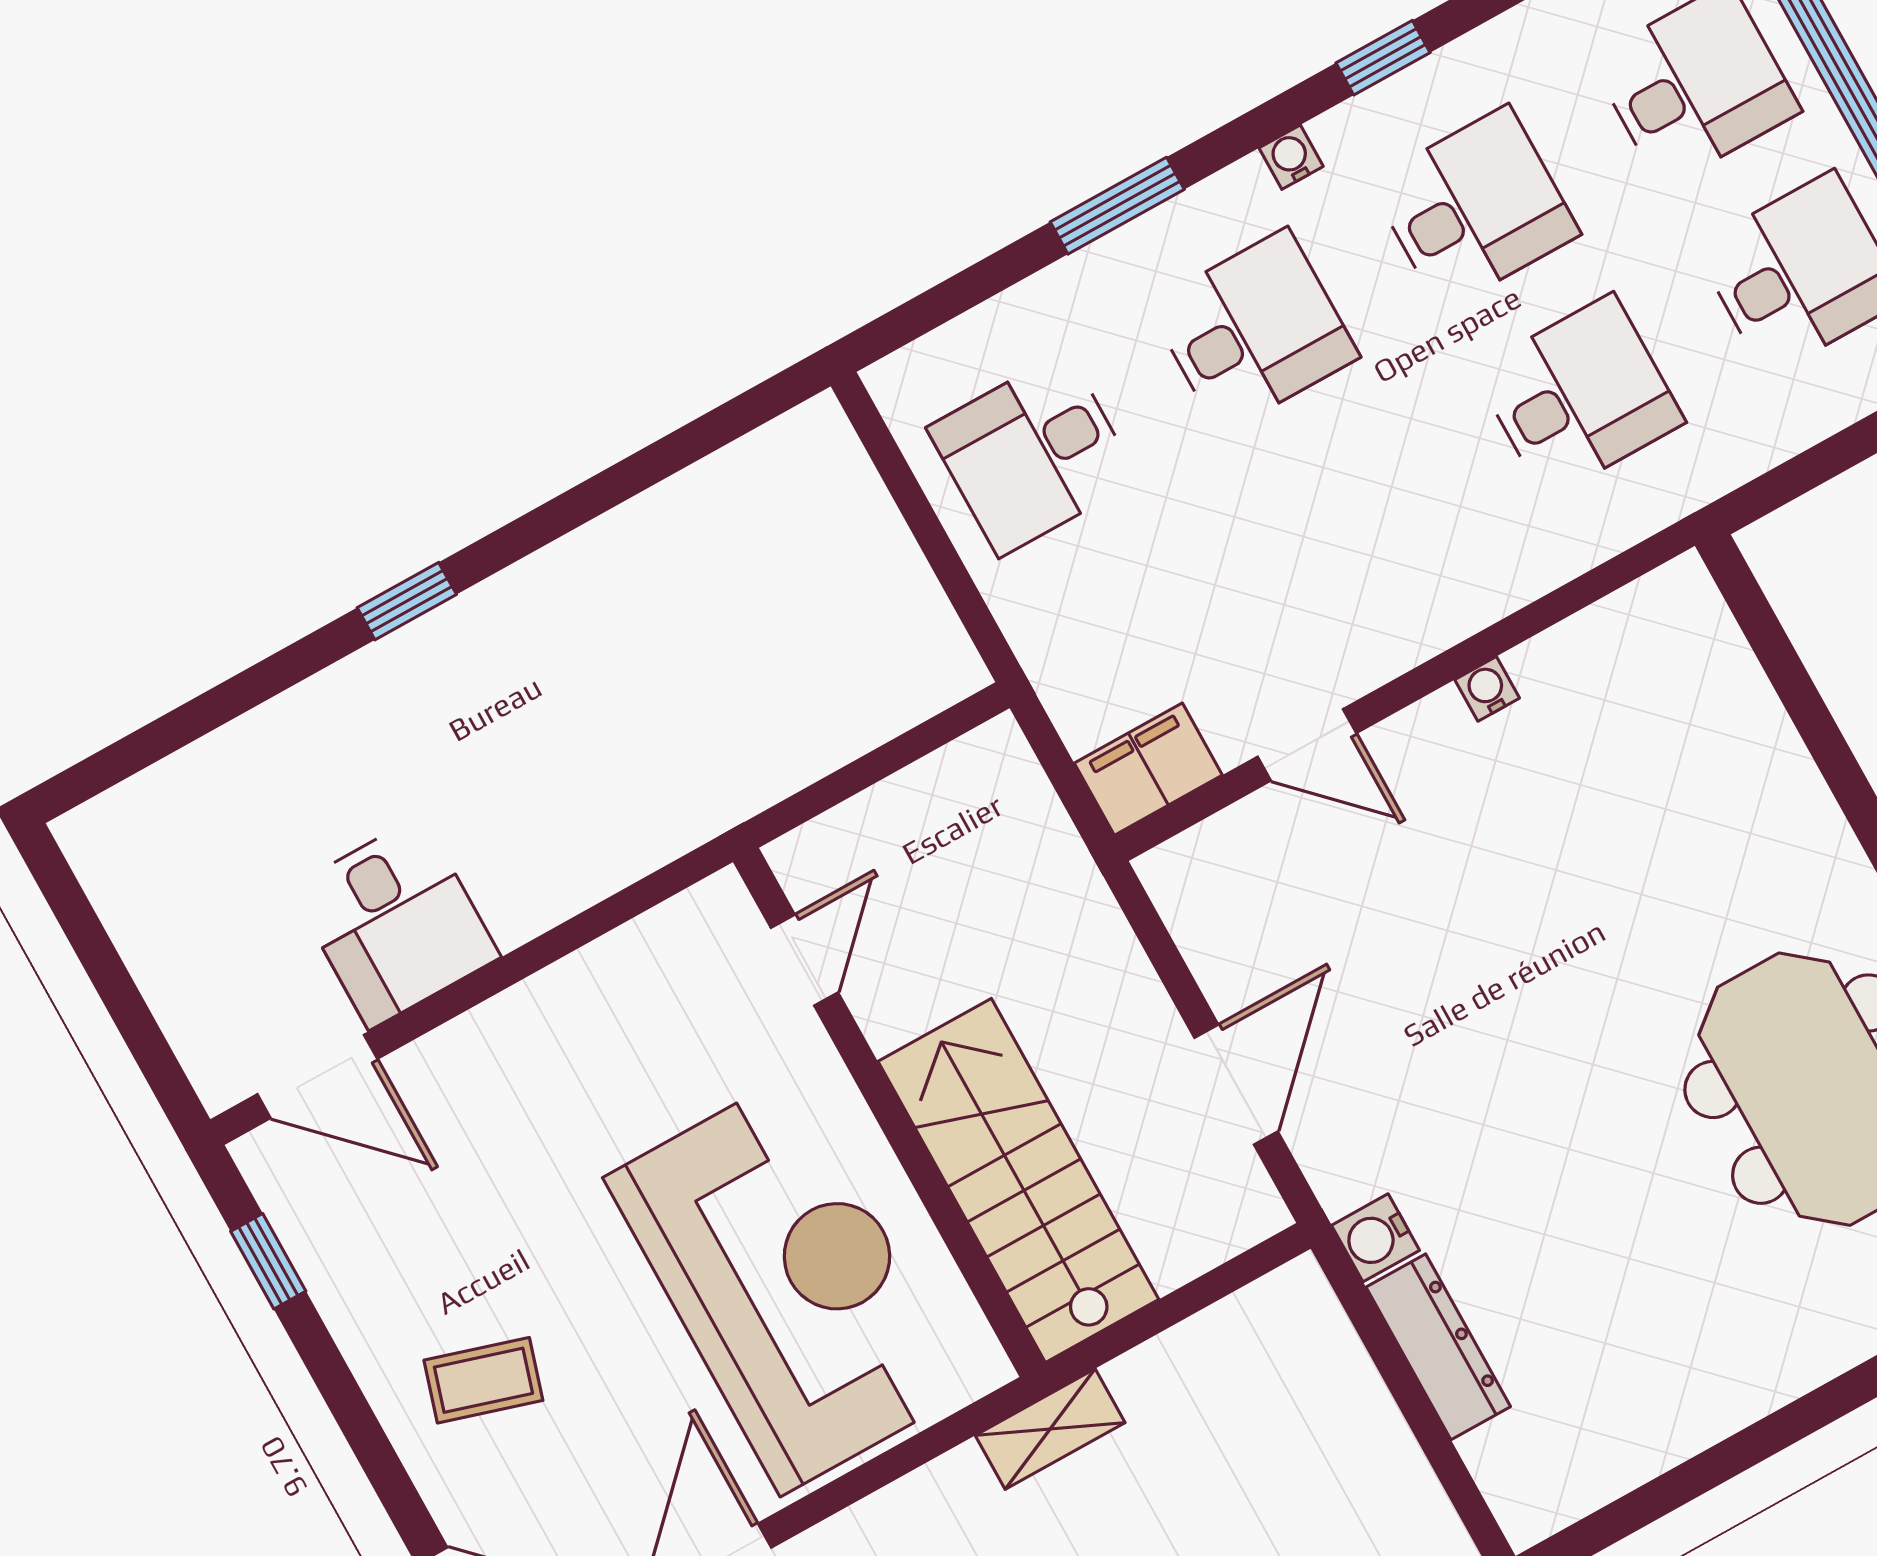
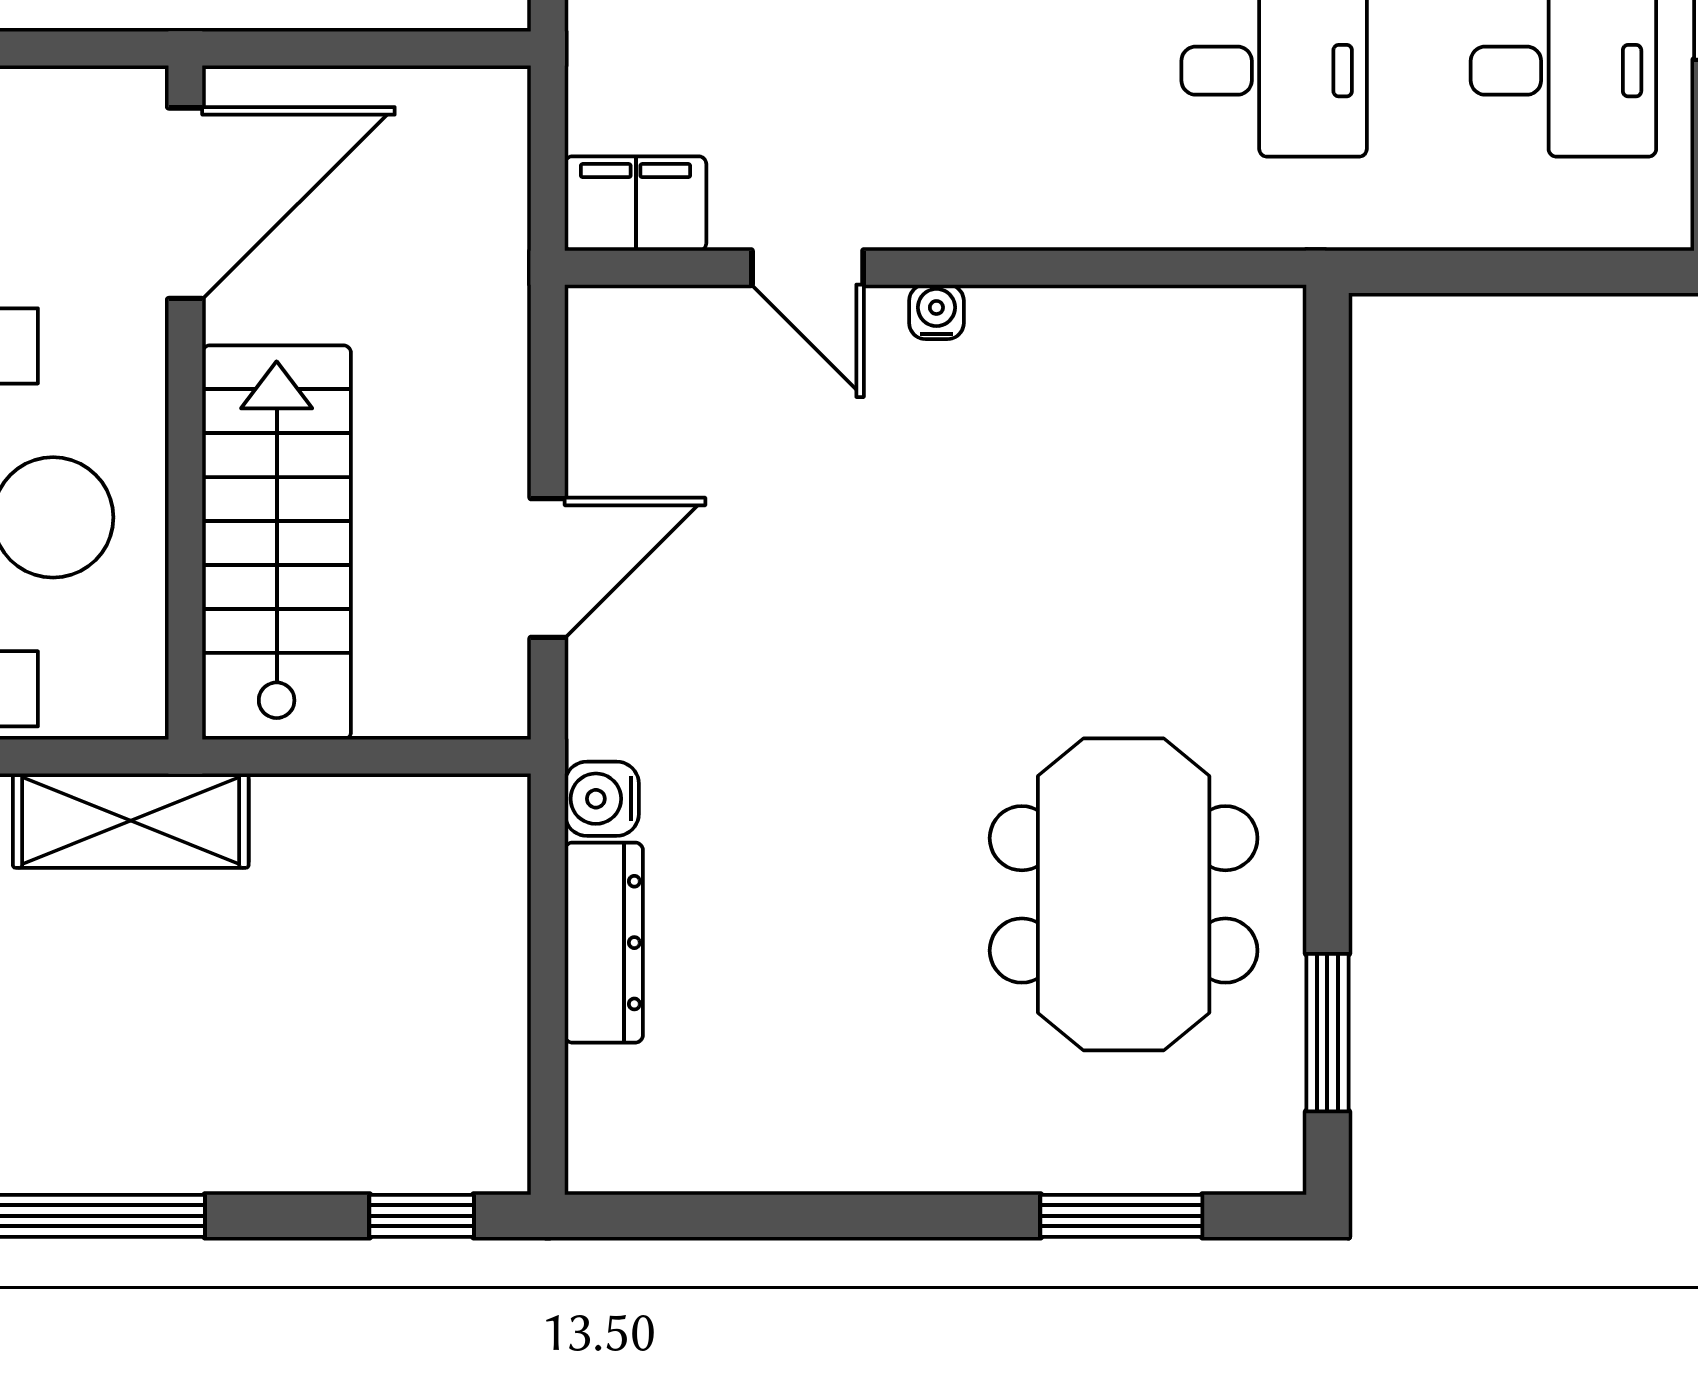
water cooler: (1487, 689) -> (936, 312), moved
door: (804, 960) -> (185, 203), width x1.87
shelving: (1050, 1429) -> (131, 821), width x1.50, depth x1.33

